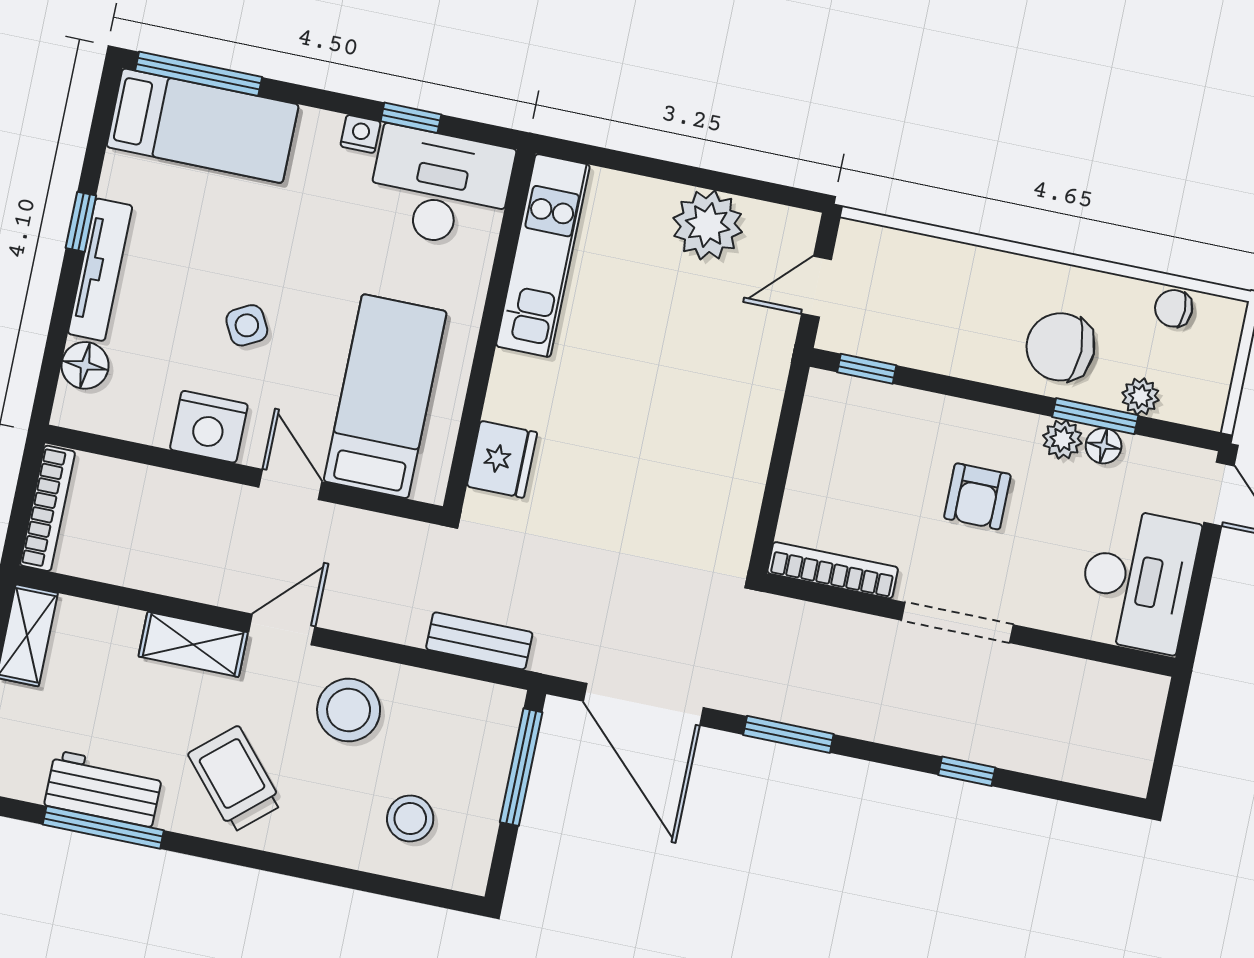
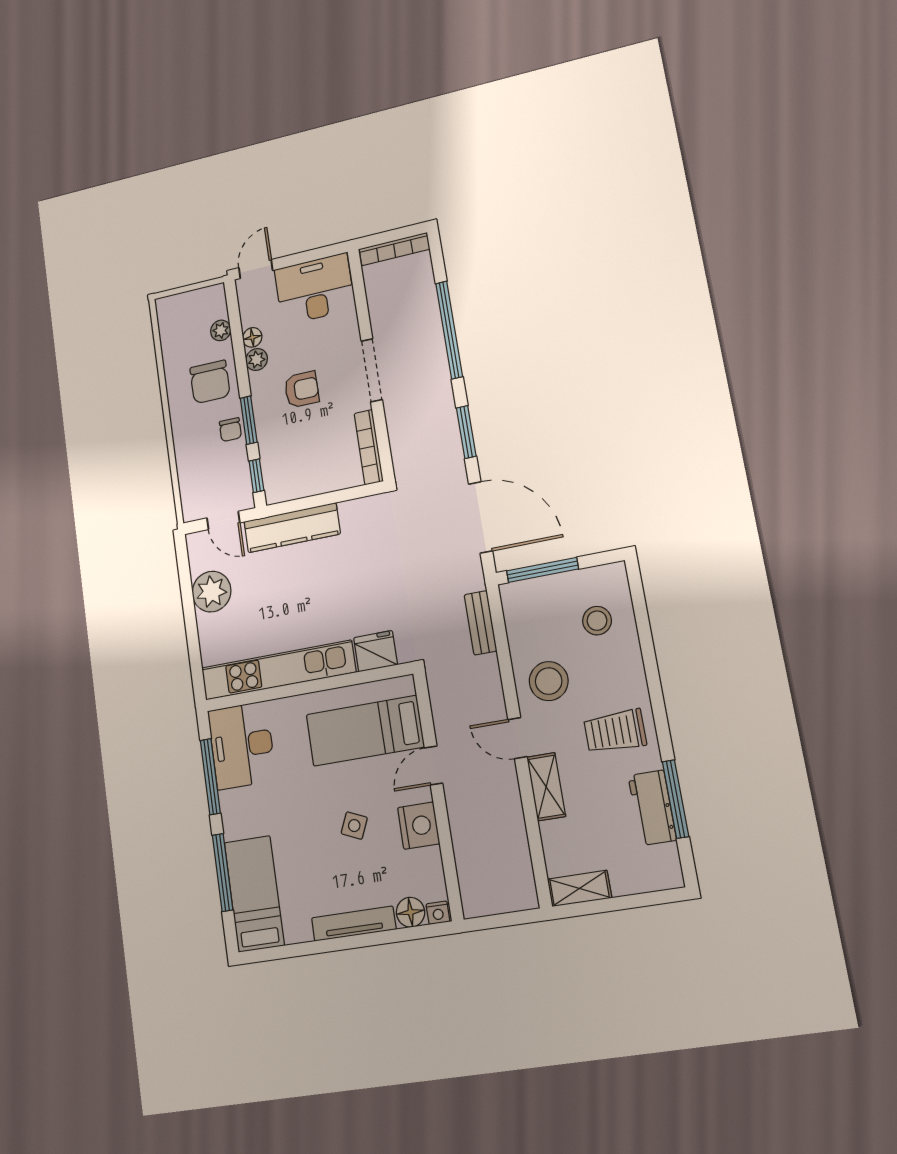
window: (199, 74) -> (223, 872), moved
window: (411, 118) -> (210, 777), width x2.17
nightstand: (361, 134) -> (438, 913), moved, turned -90
window: (81, 222) -> (331, 945), removed
kitchen unit: (543, 256) -> (278, 670), width x1.36
chair: (1174, 308) -> (230, 430), moved
side table: (247, 325) -> (354, 826), turned -38
kitchen counter: (756, 397) -> (292, 528), added
window: (1095, 416) -> (249, 420), moved
bookcase: (48, 508) -> (394, 249), moved, turned 180
door: (643, 704) -> (481, 517), hinge flipped
window: (967, 771) -> (449, 330), width x3.17
trolley: (235, 779) -> (615, 731), turned 41

